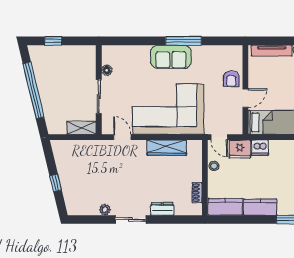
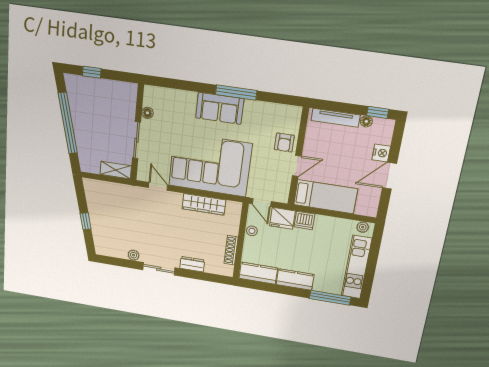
shoe rack: (197, 193) -> (231, 250), width x1.43

